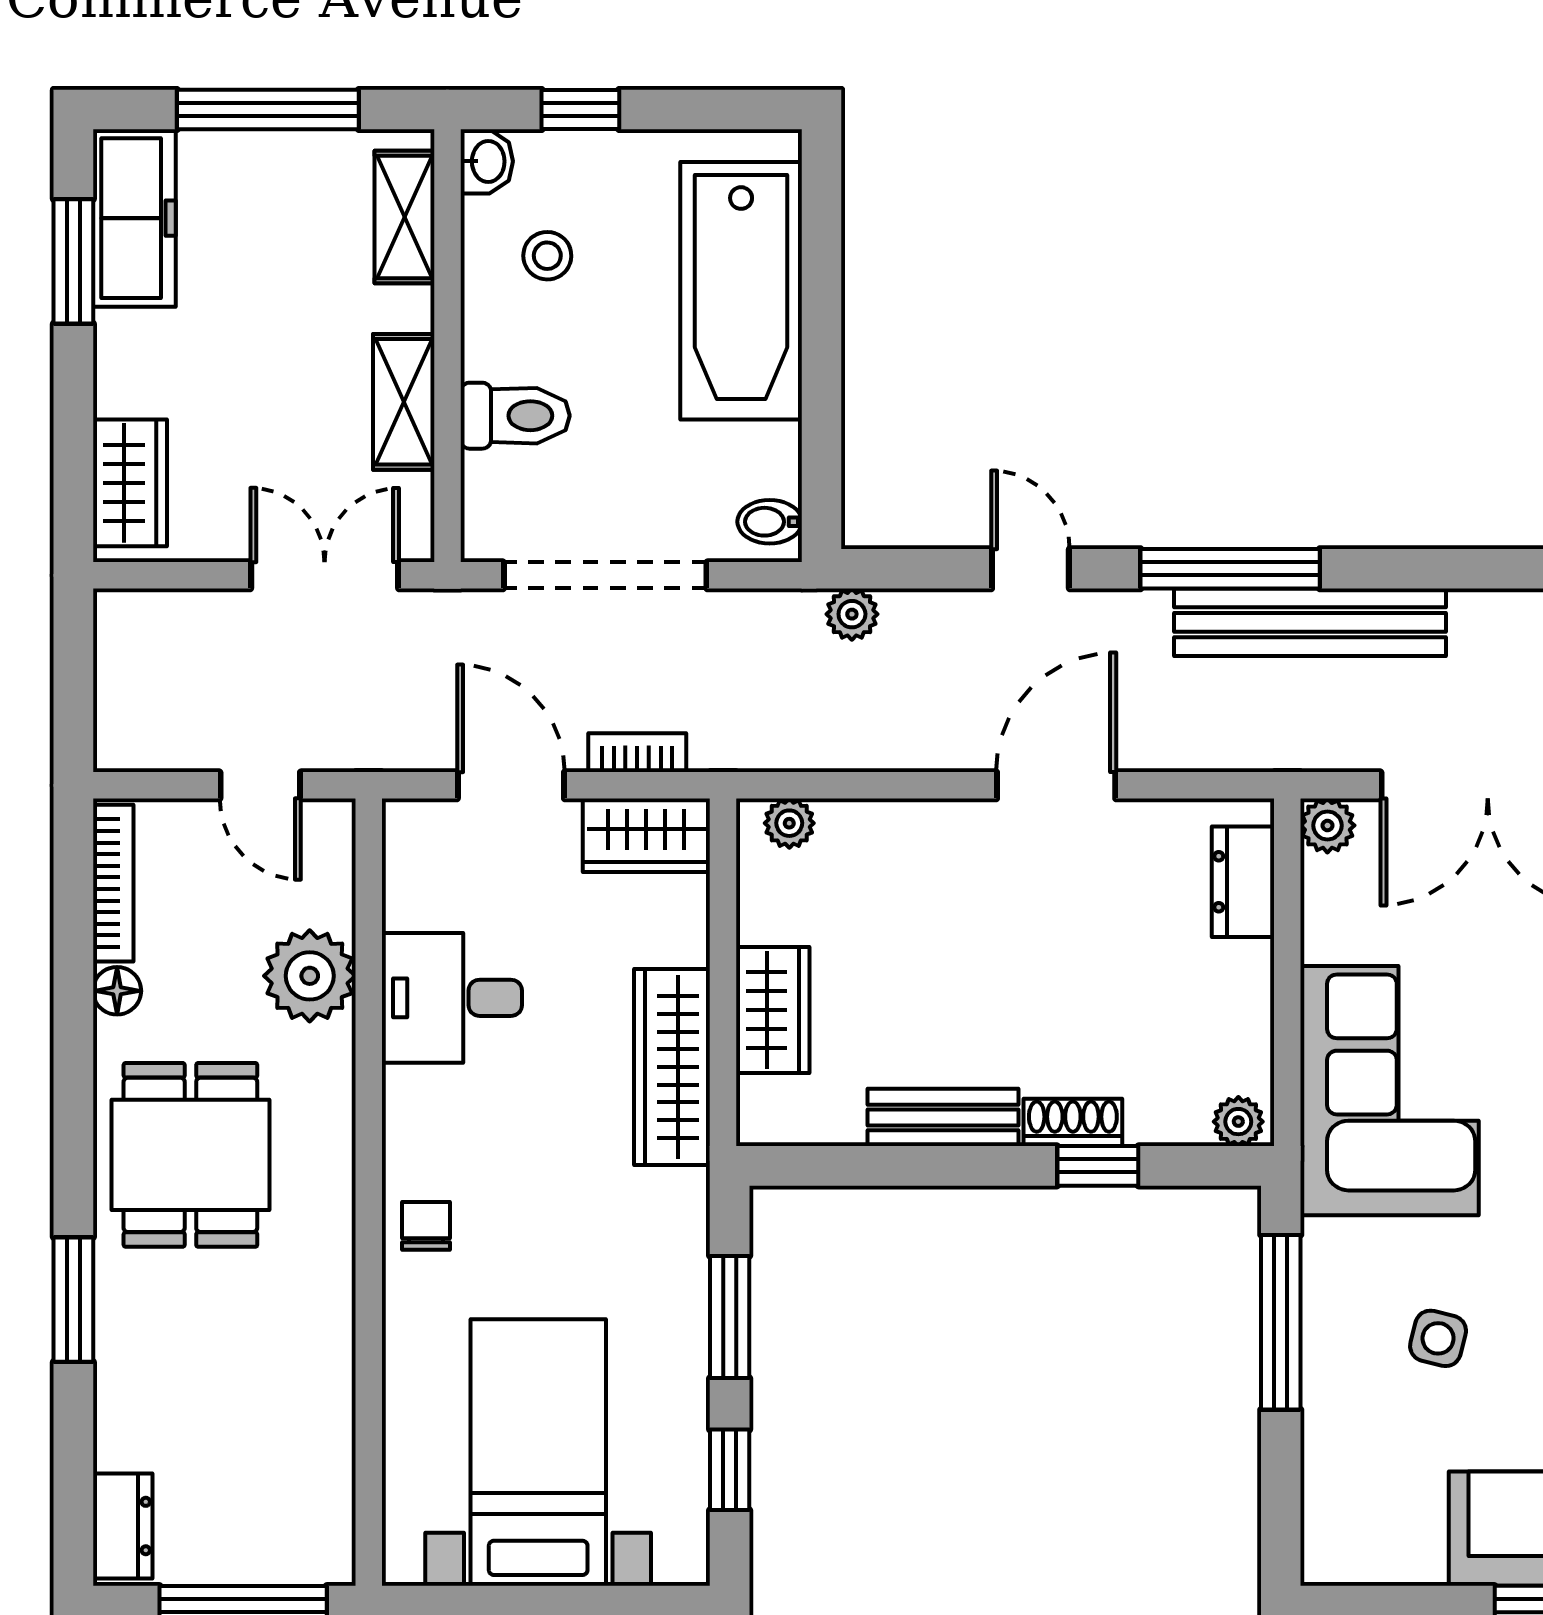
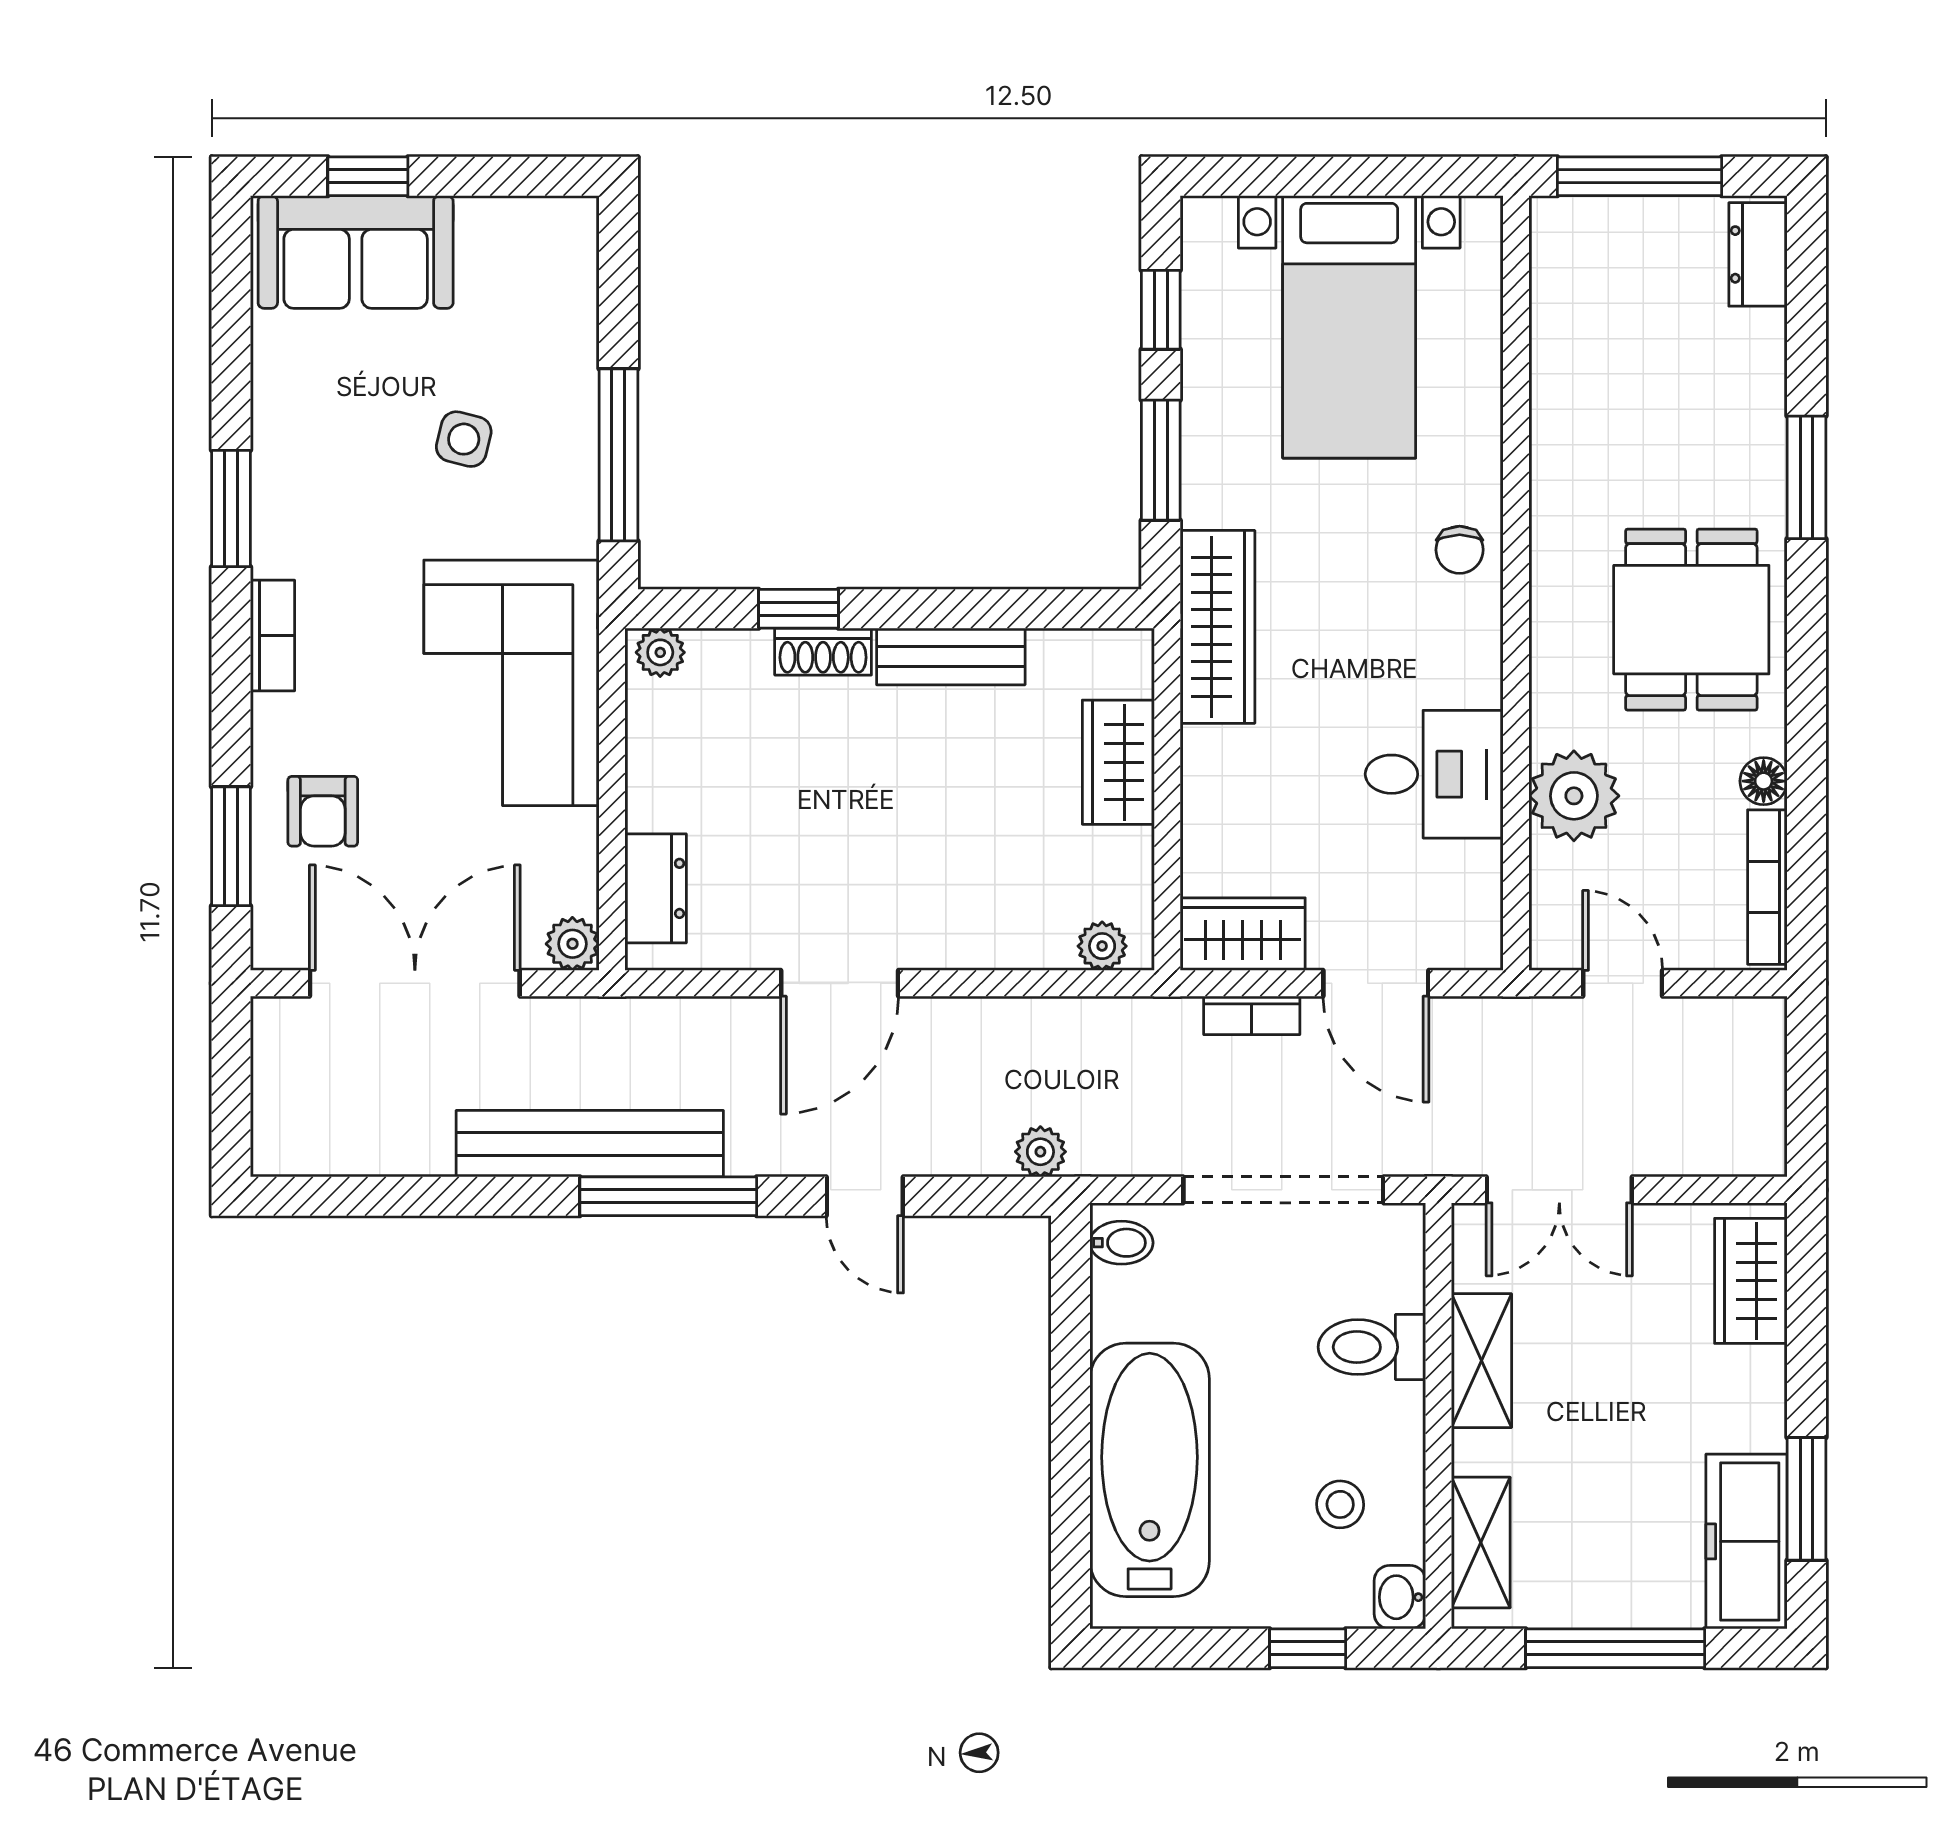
wardrobe: (672, 1067) -> (1217, 627), moved

